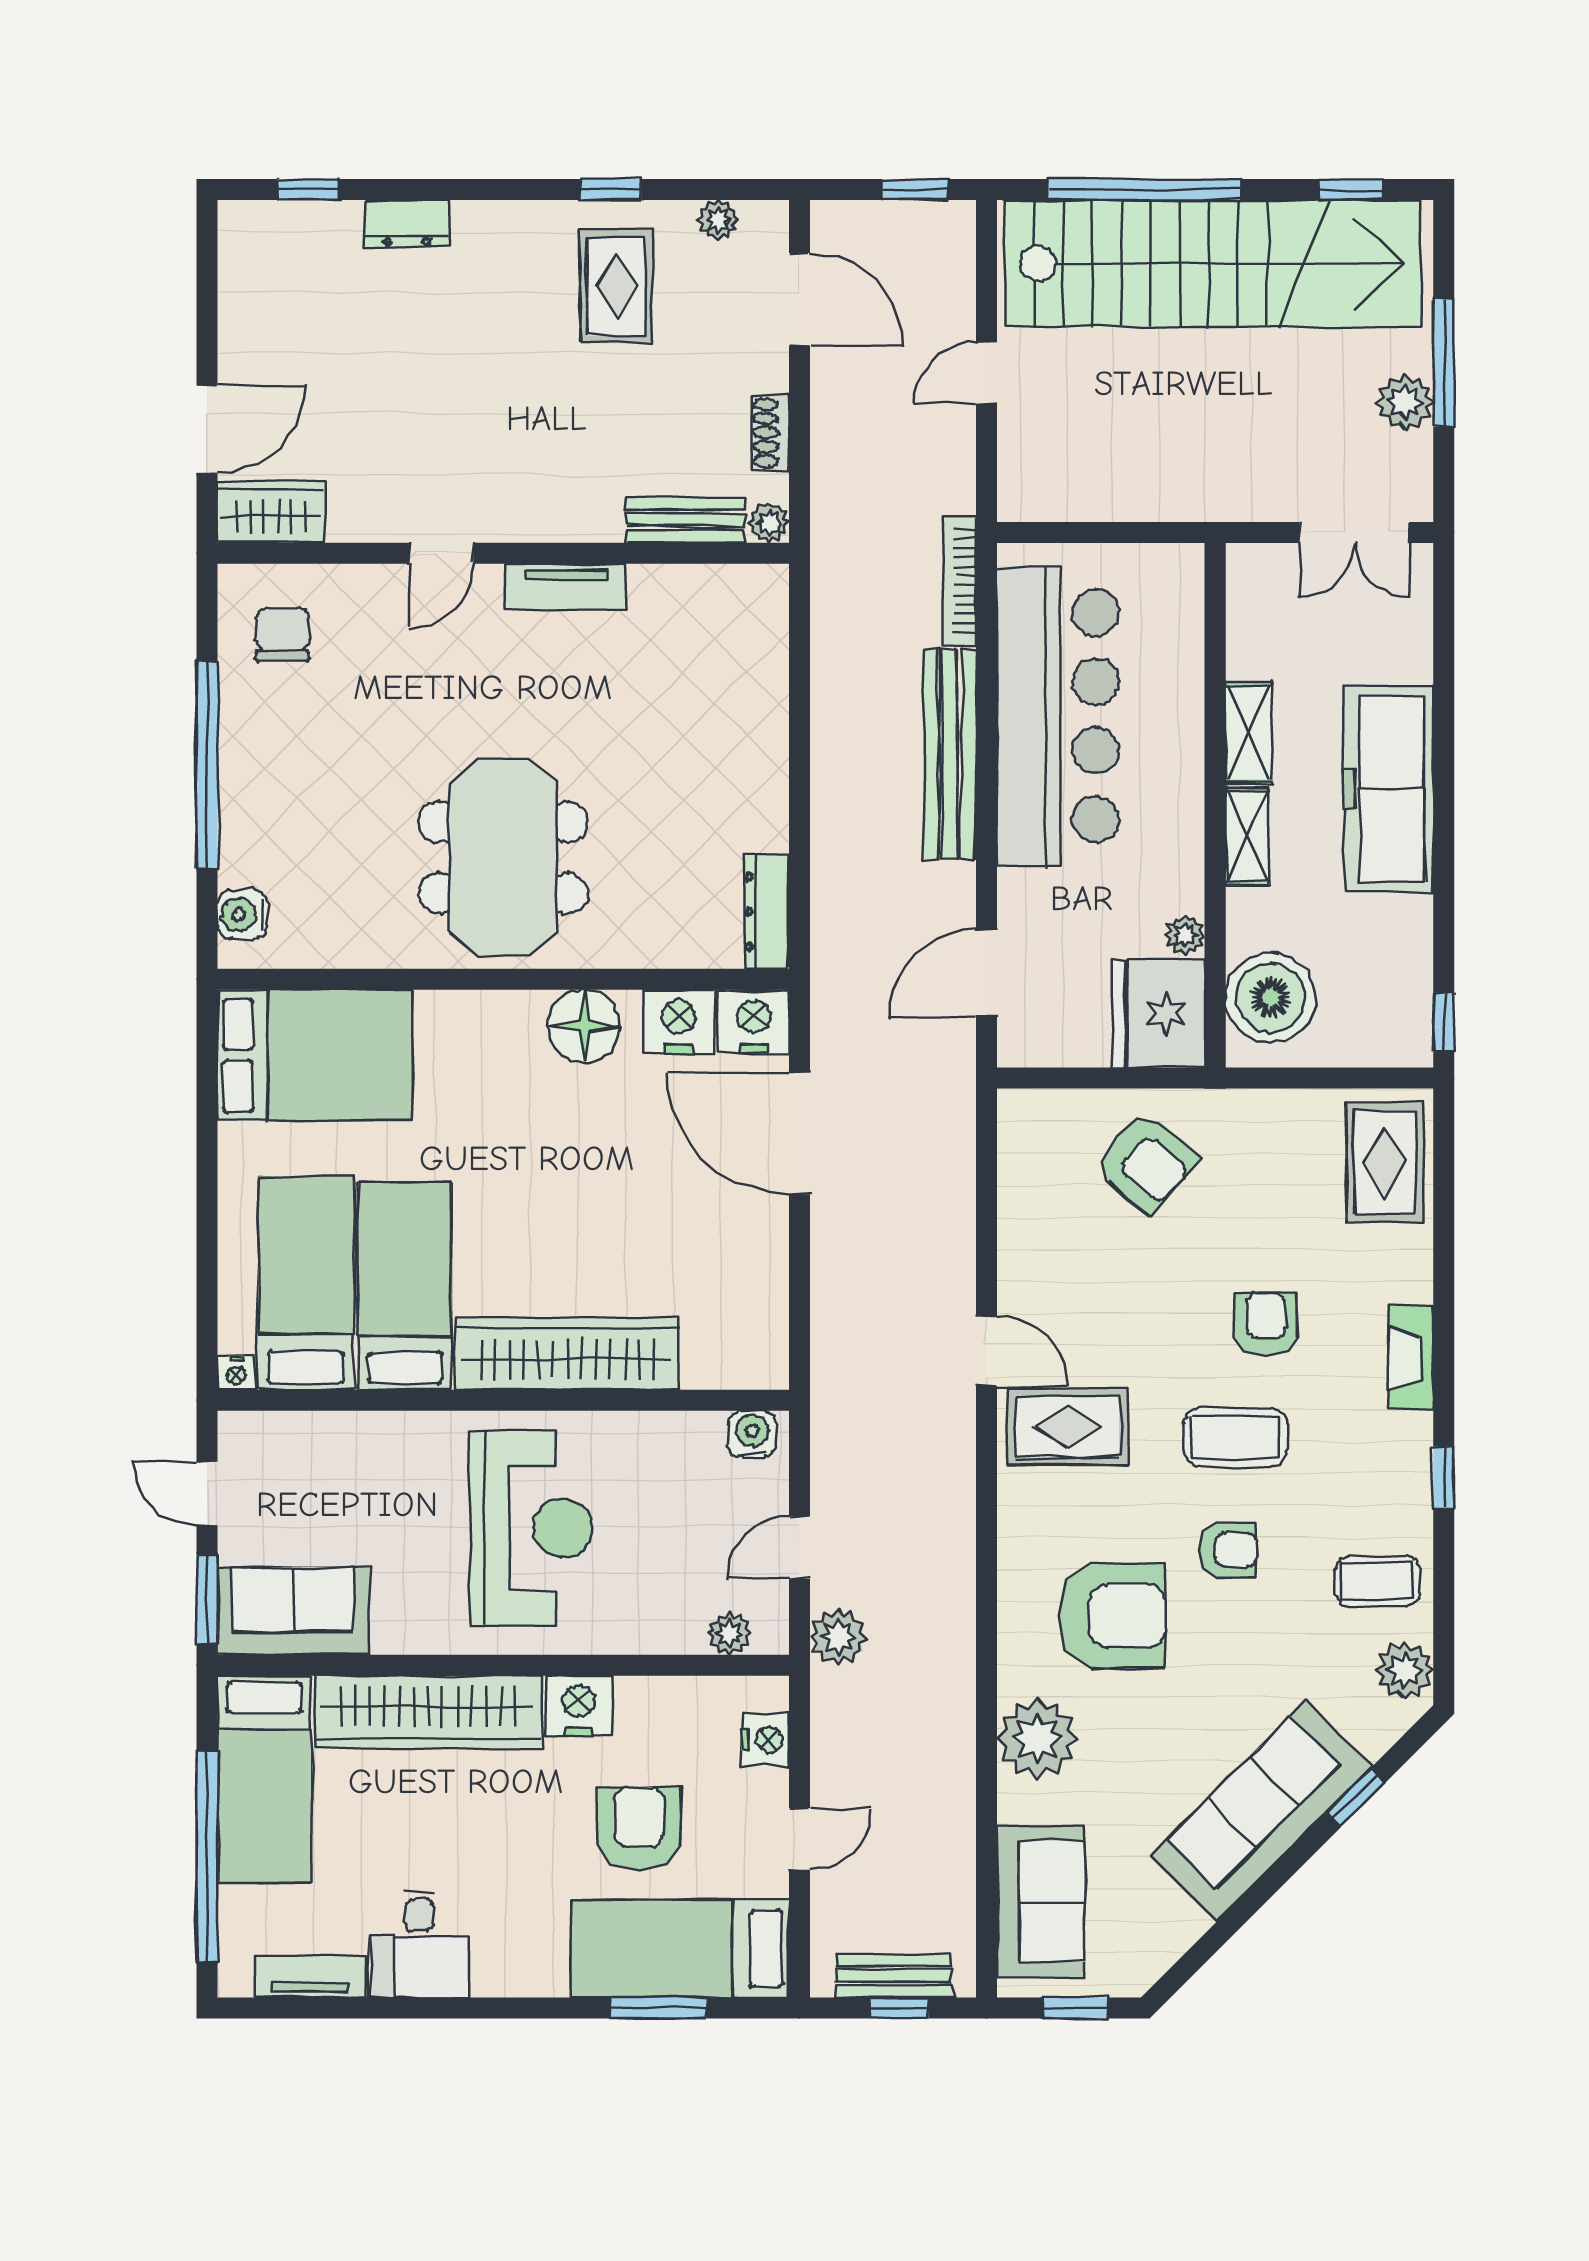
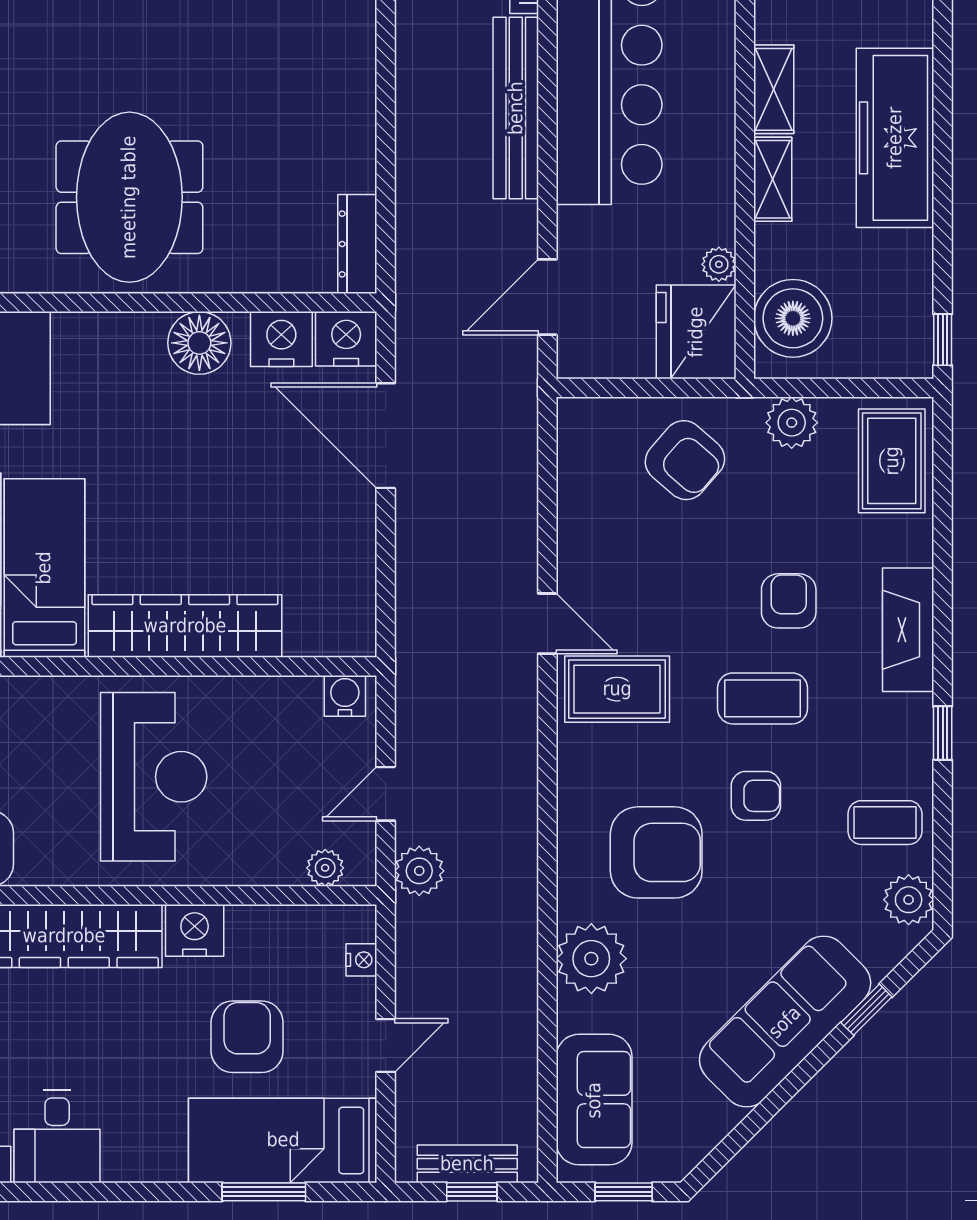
plant: (1269, 1118) -> (792, 423), added
fireplace: (1411, 1358) -> (908, 630), width x1.37, depth x1.32
nightstand: (765, 1740) -> (361, 960), width x0.72, depth x0.74

